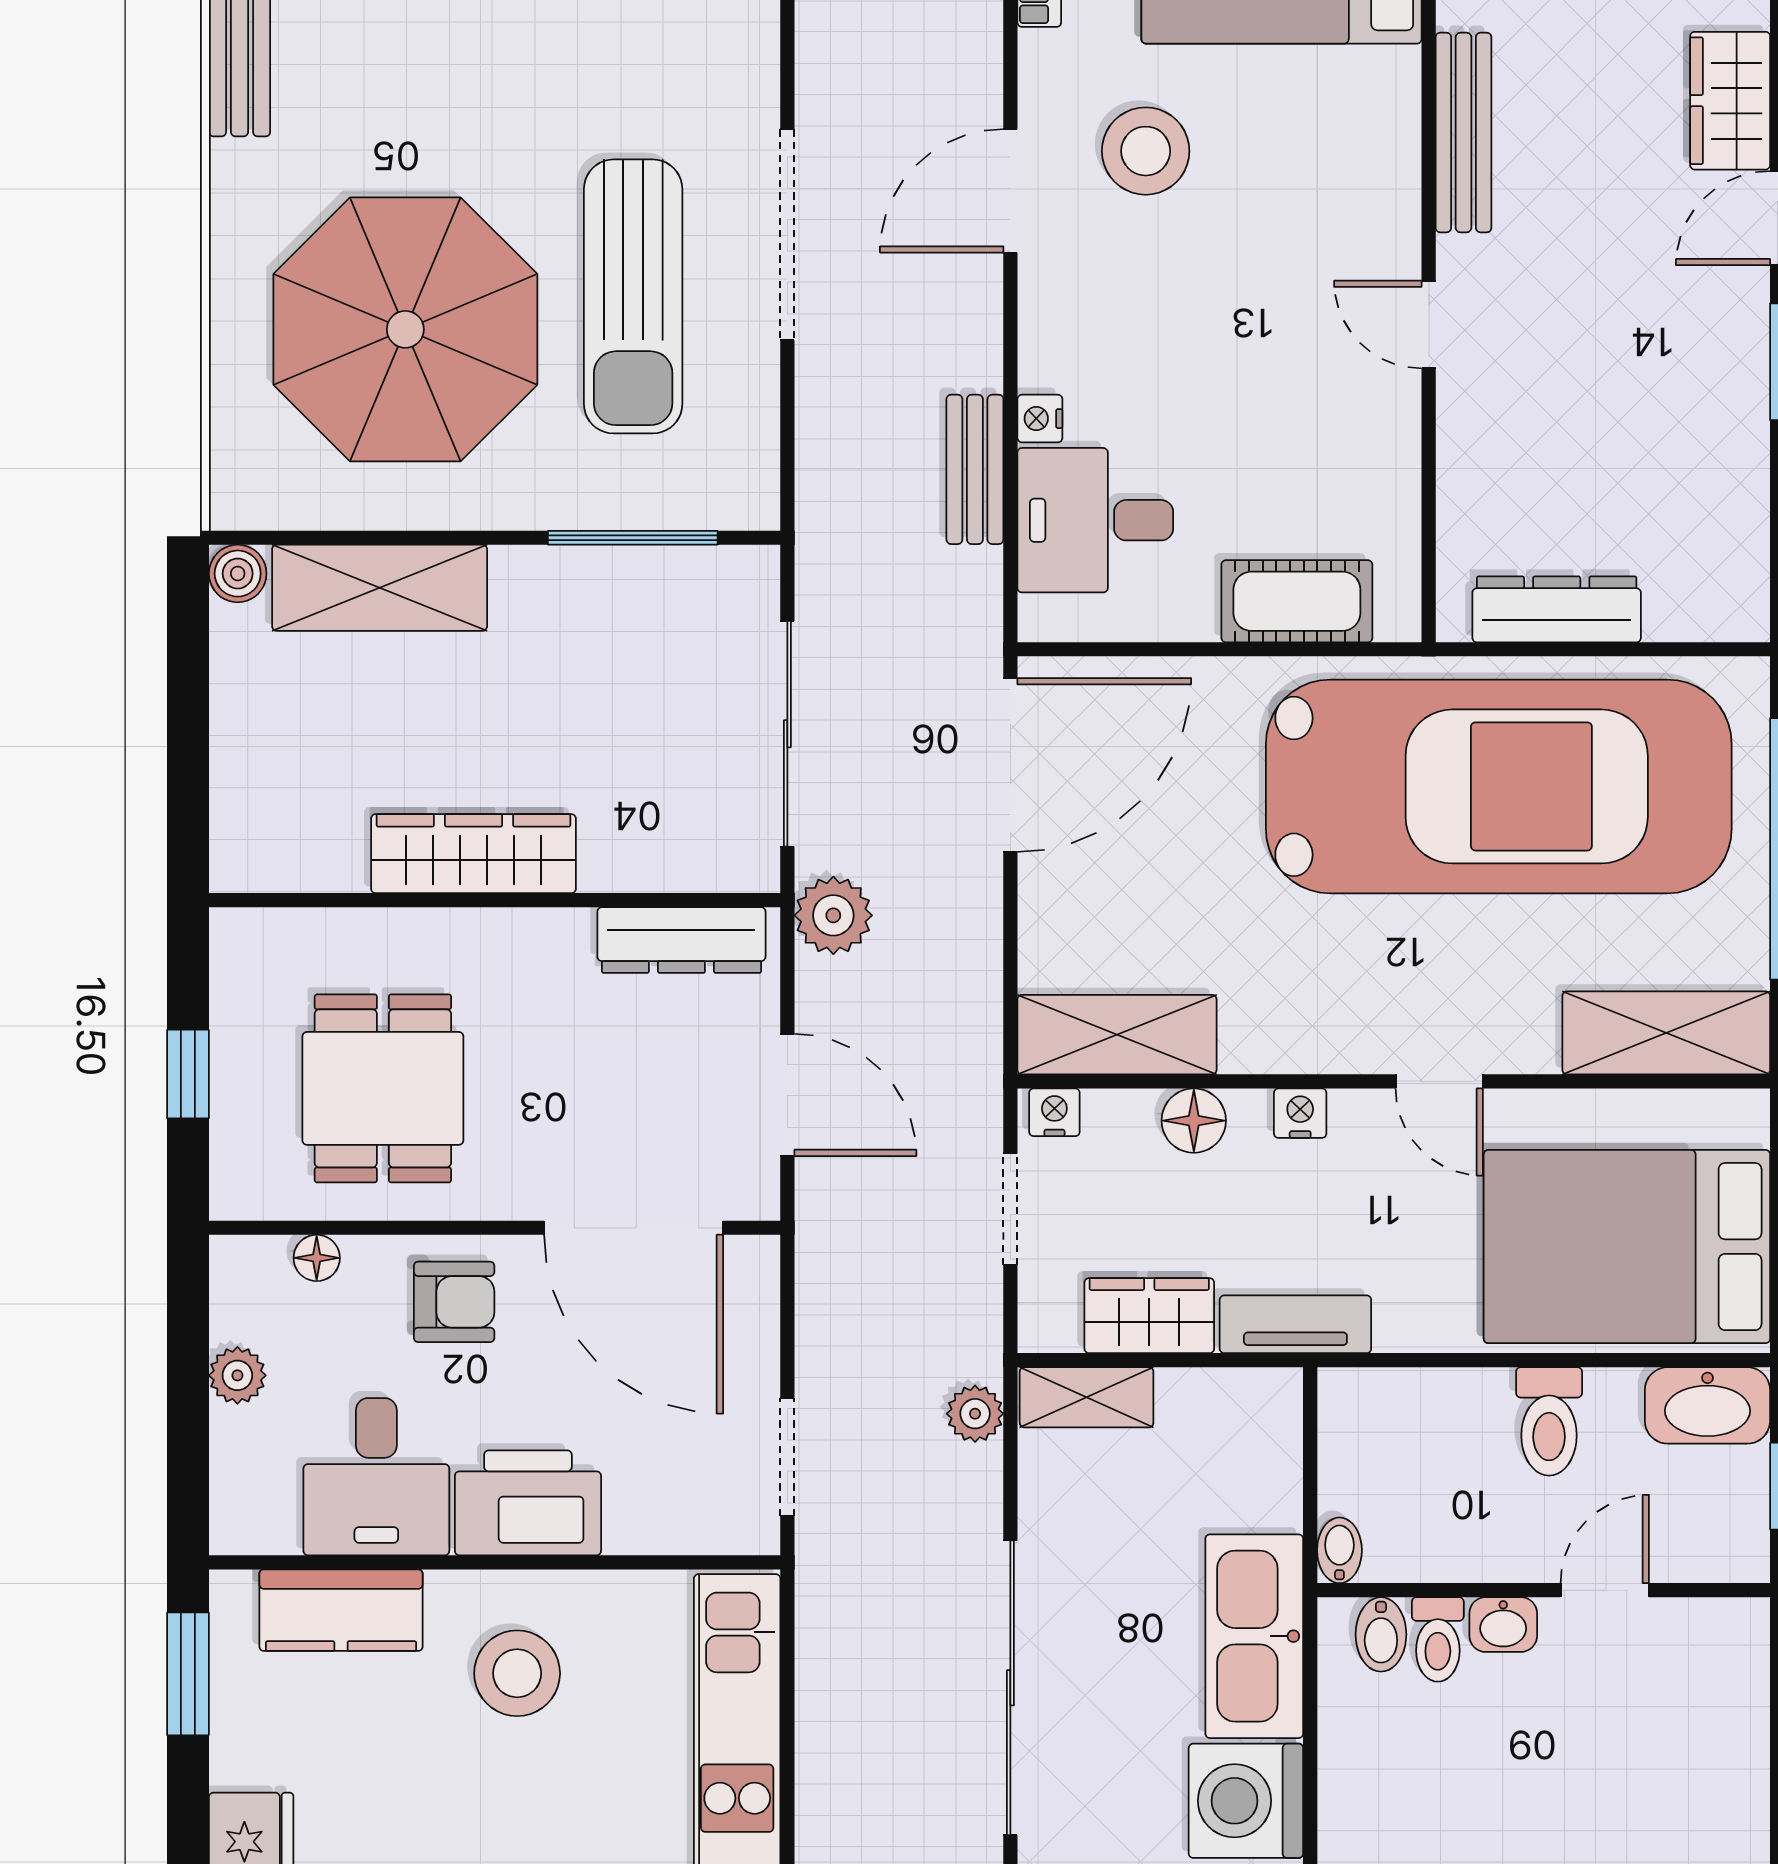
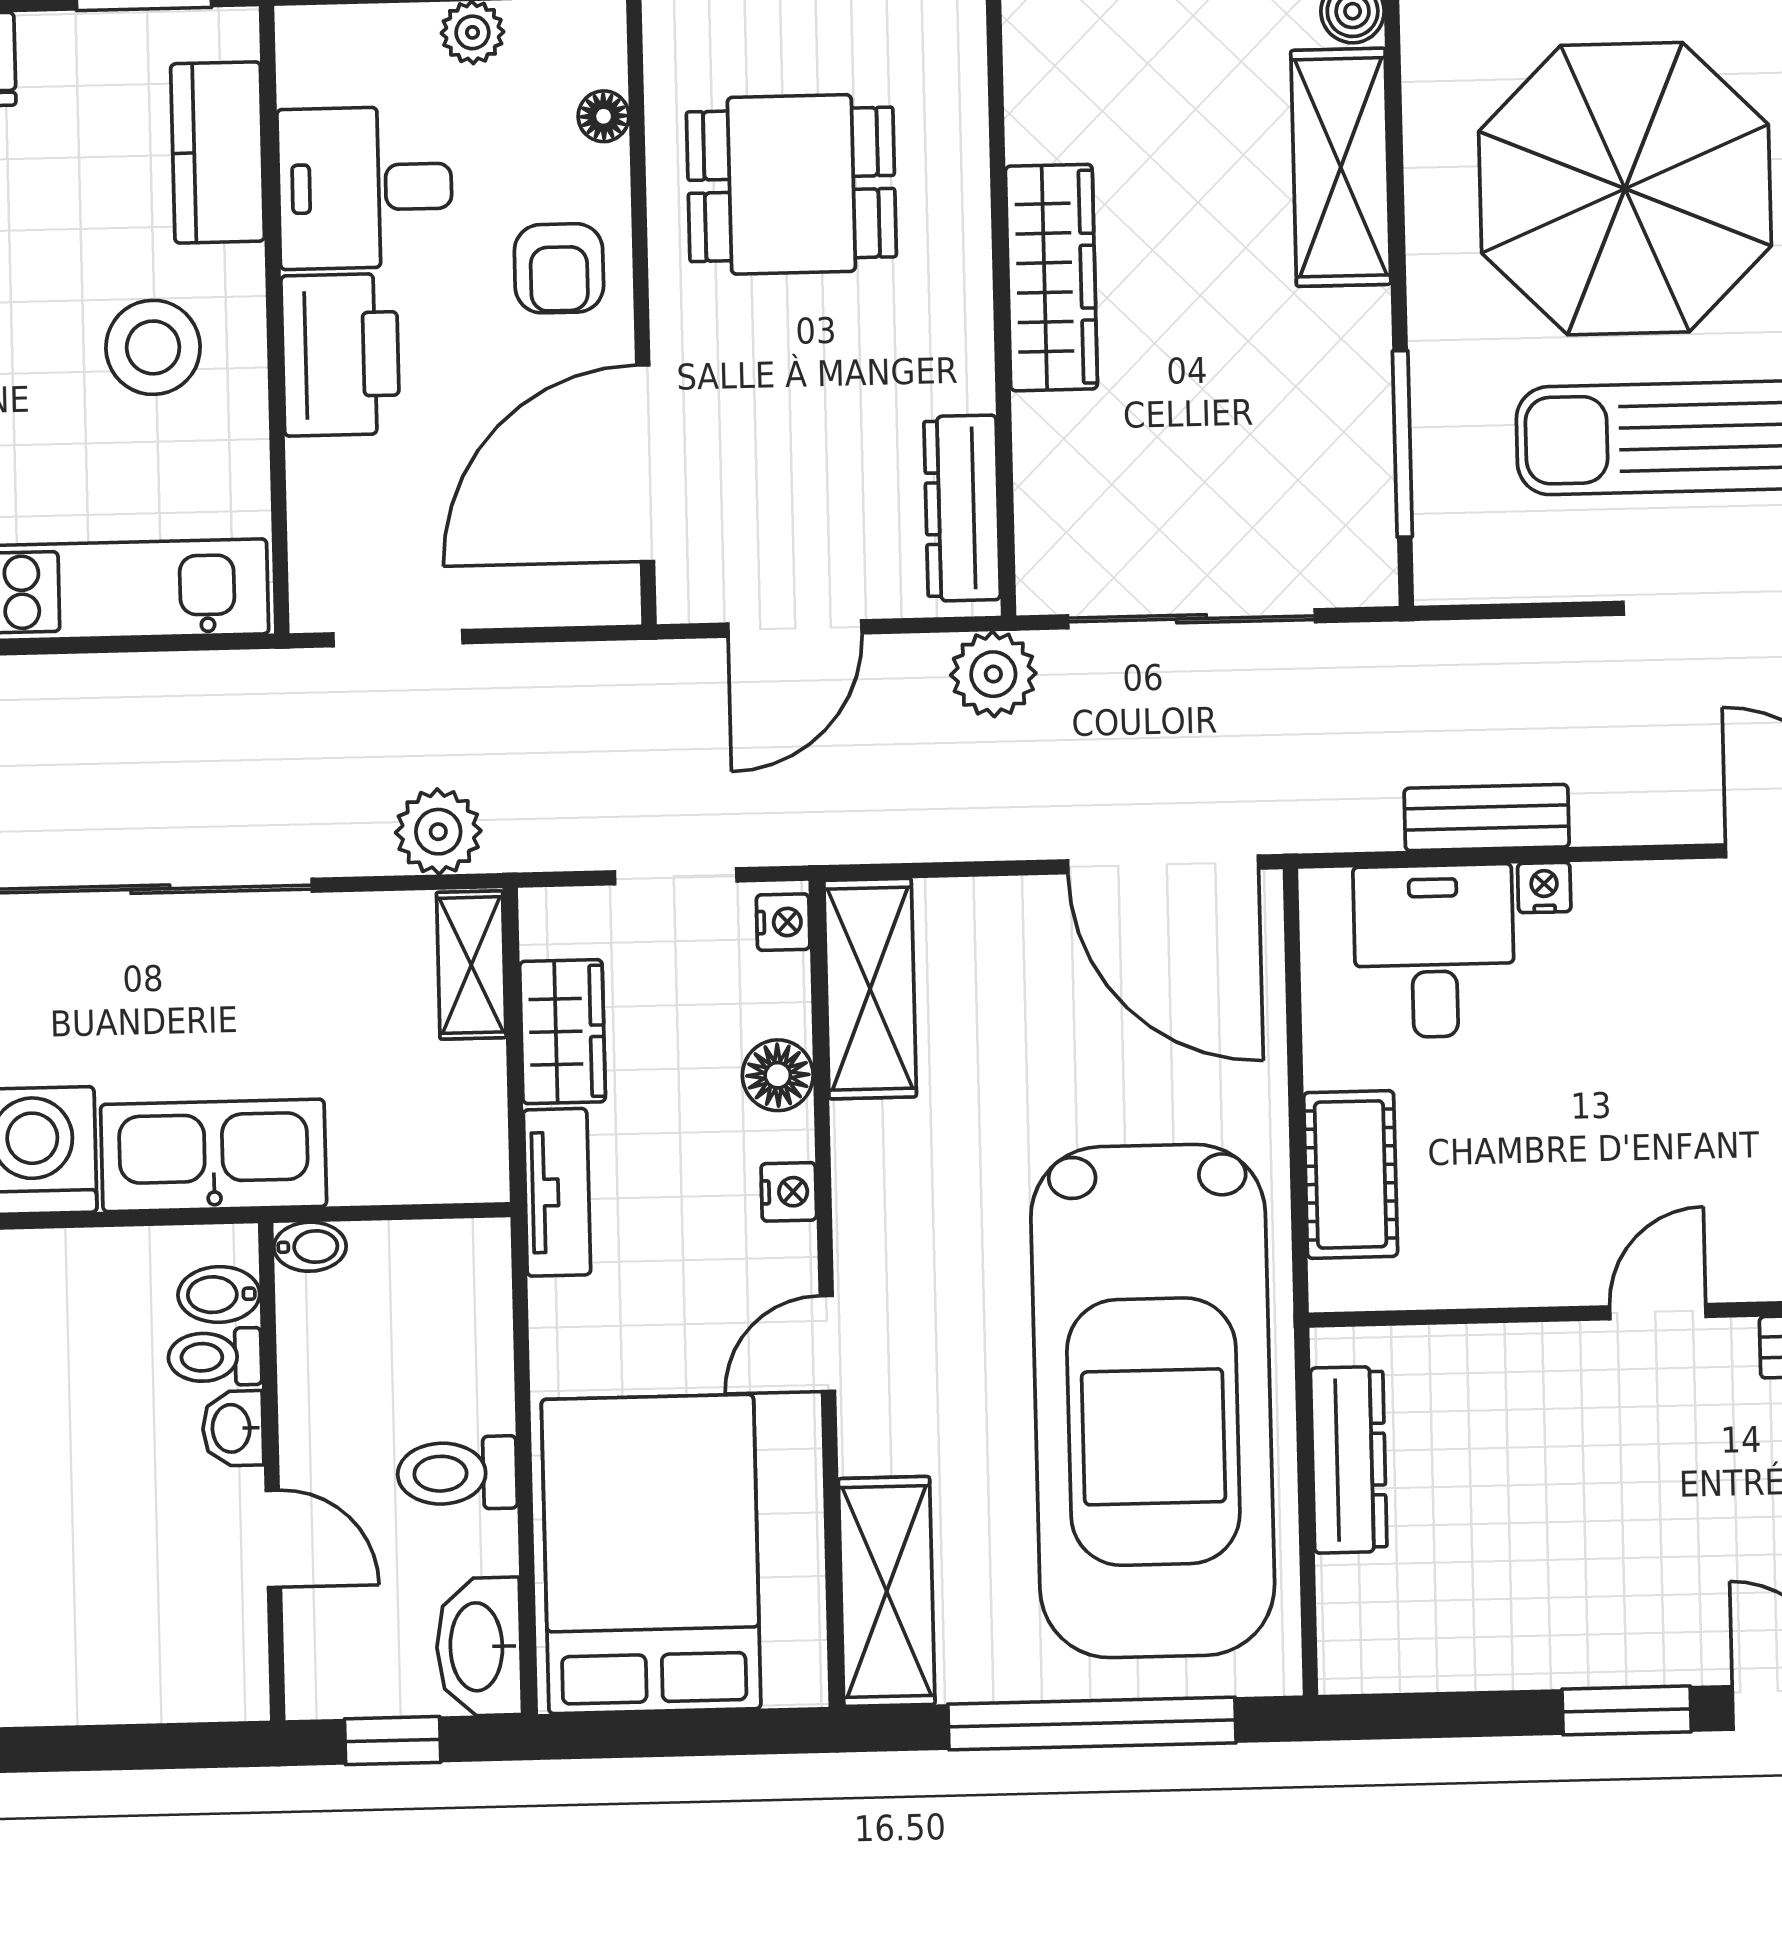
plant: (975, 1414) -> (438, 832), width x1.38, depth x1.38

